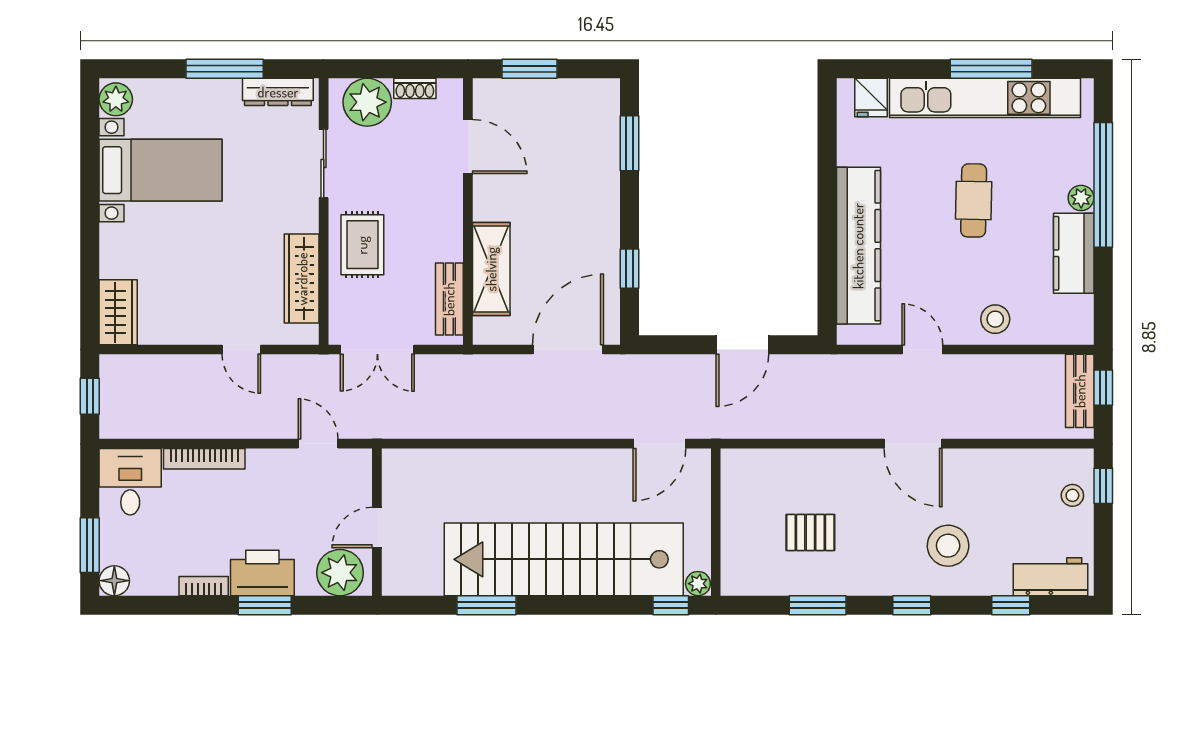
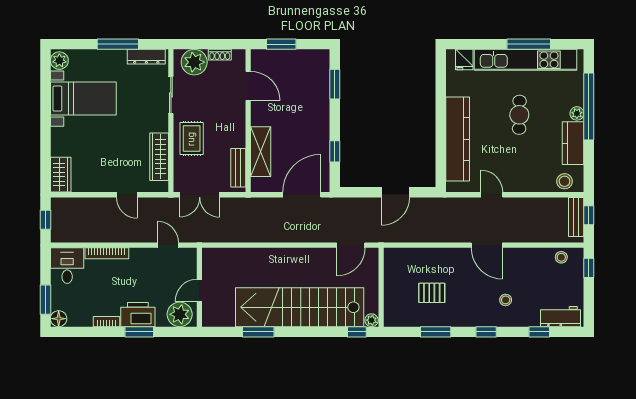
stool: (995, 319) -> (565, 181), moved
stool: (1072, 495) -> (561, 257), moved
stool: (948, 546) -> (506, 300), width x0.53, depth x0.53

